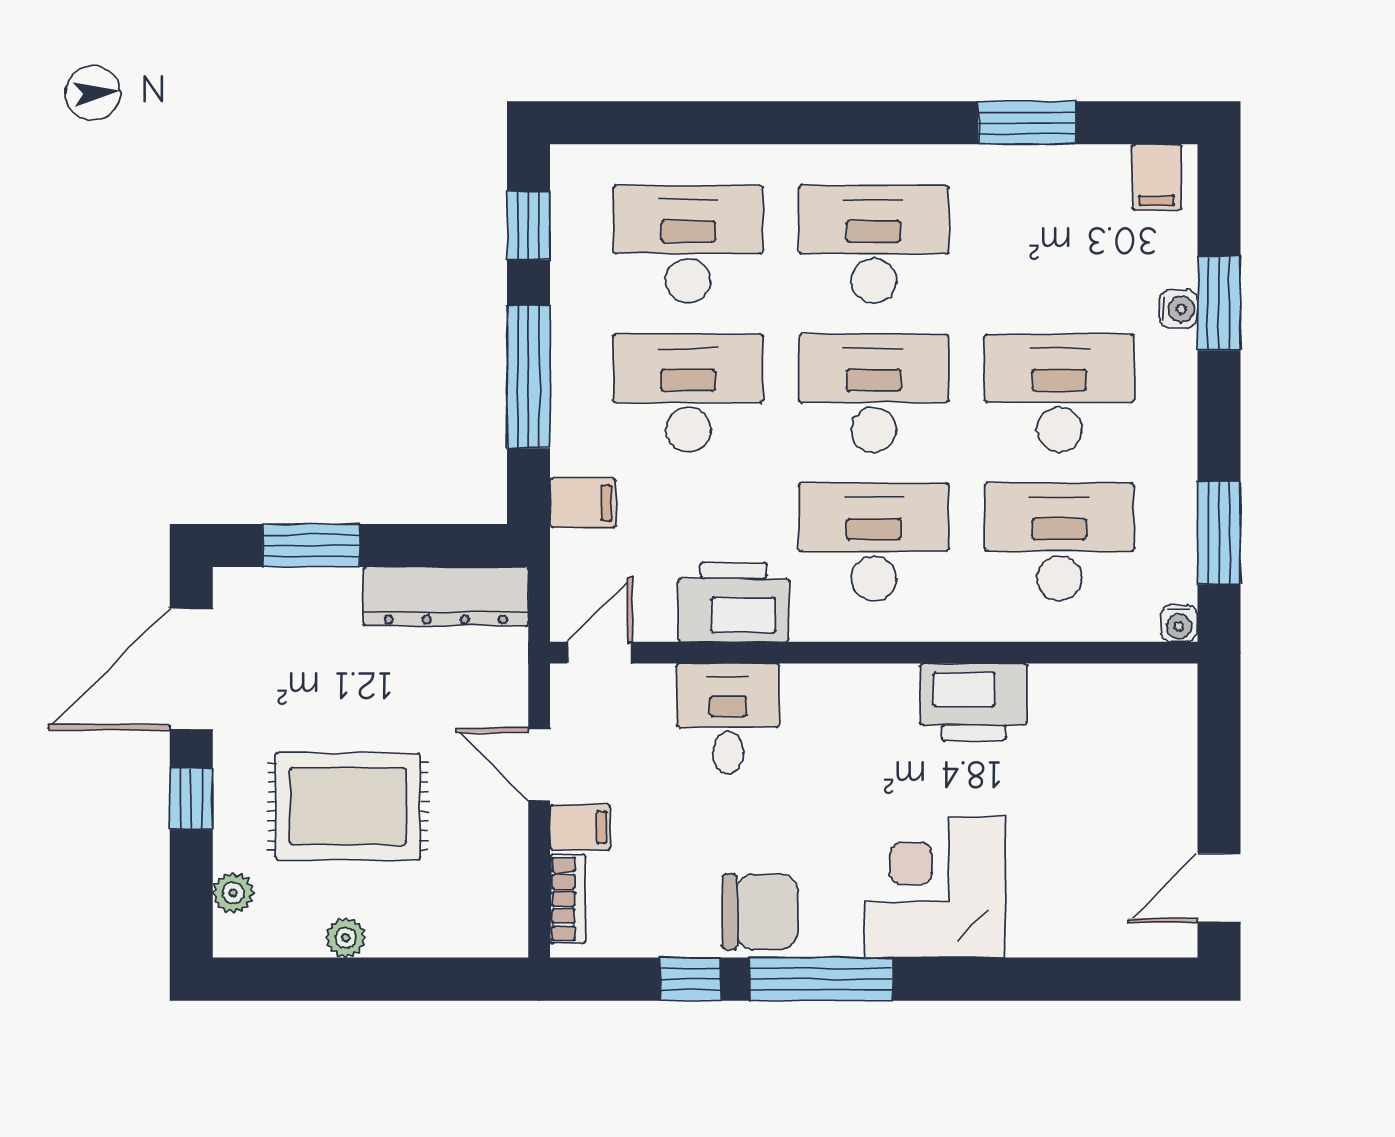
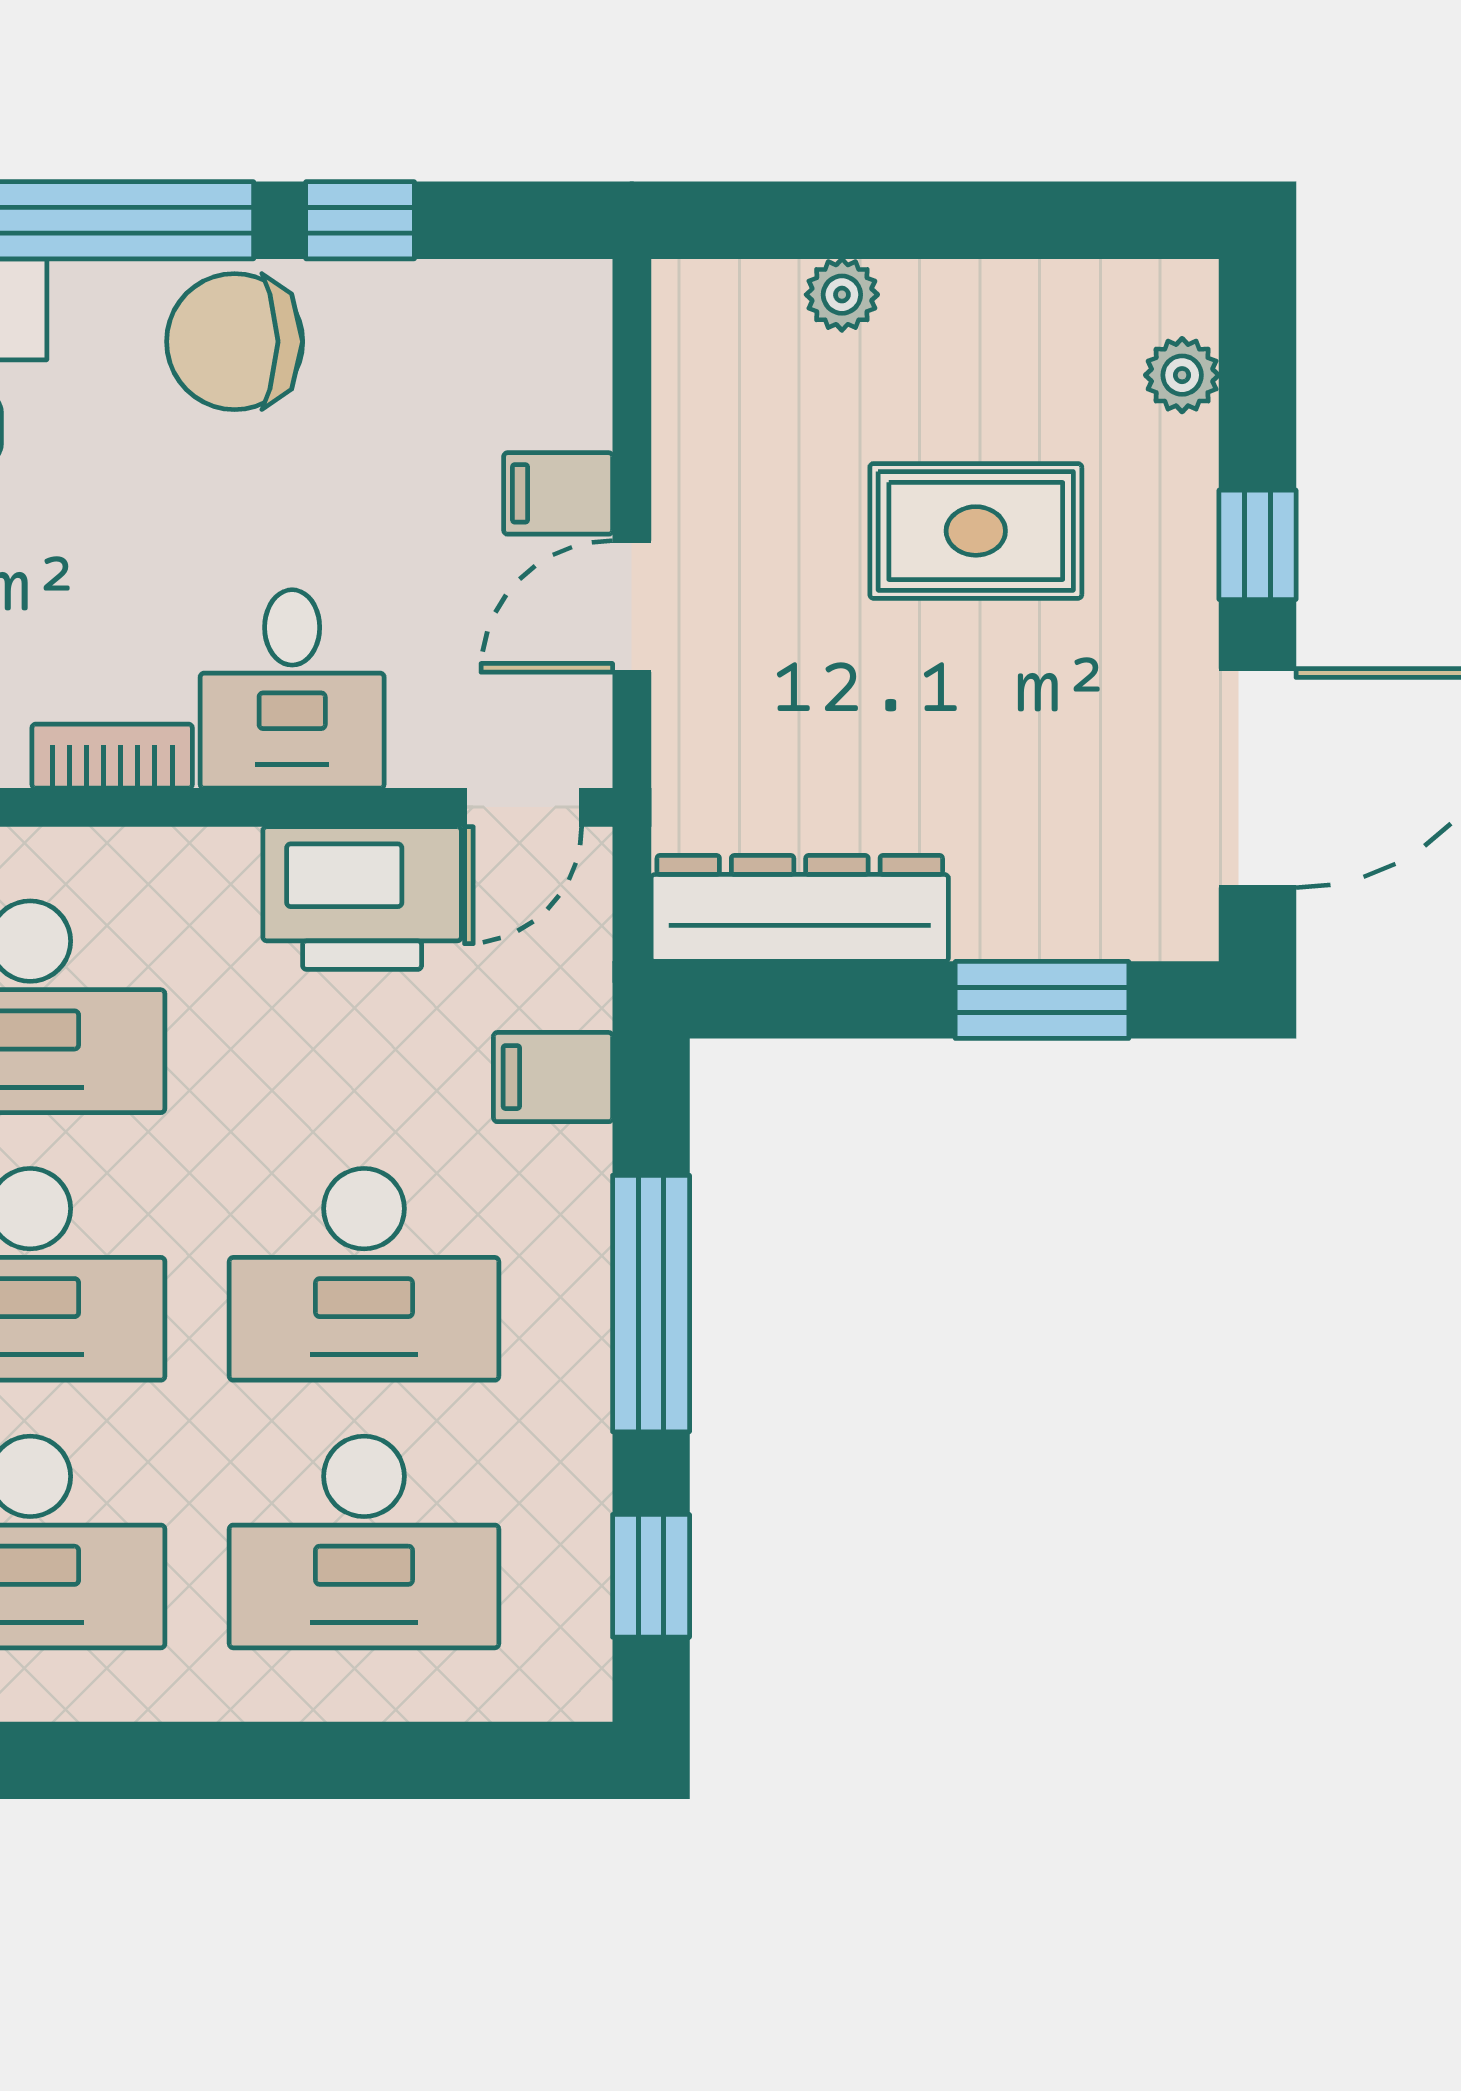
printer: (733, 602) -> (362, 898), moved
door: (539, 764) -> (632, 606), swing flipped
rug: (348, 806) -> (976, 531), width x0.73, depth x0.70
bookcase: (568, 899) -> (112, 756), moved, turned 90
plant: (346, 938) -> (842, 295), moved

